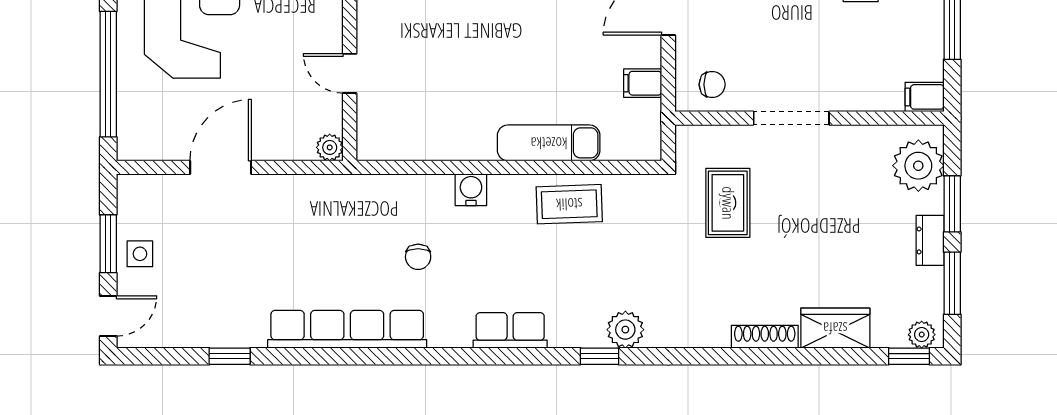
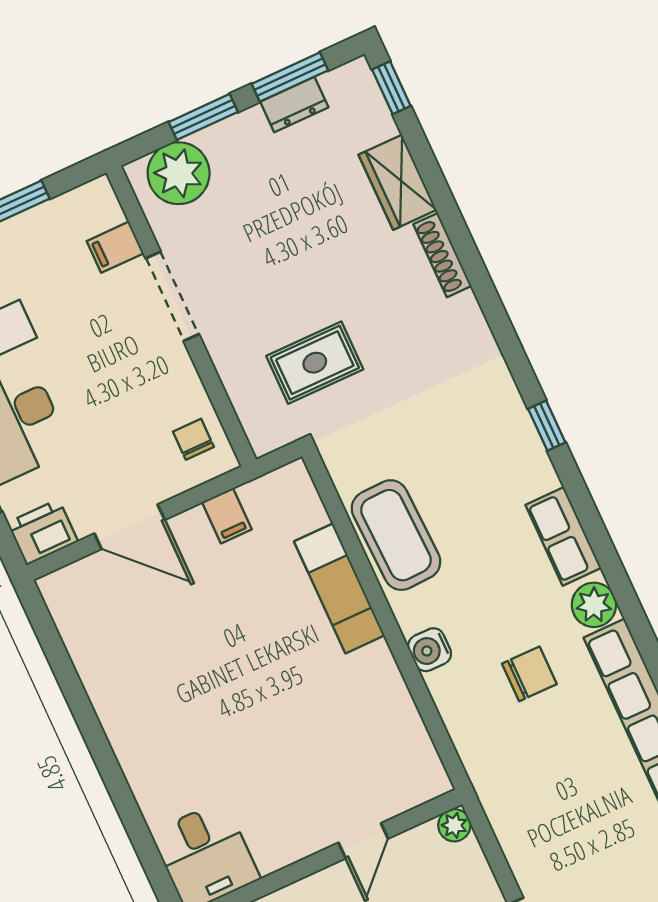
filing cabinet: (925, 97) -> (115, 247), moved, turned 90
doorway: (791, 118) -> (172, 296), moved
coffee table: (569, 204) -> (396, 535), width x1.36, depth x1.32
dresser: (930, 240) -> (294, 104), moved
chair: (418, 257) -> (529, 674), width x1.37, depth x1.37
plant: (625, 330) -> (594, 605), moved
plant: (922, 335) -> (361, 85), removed

